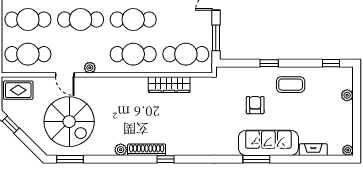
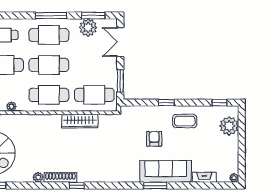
plant: (347, 95) -> (229, 126), width x1.88, depth x1.88

